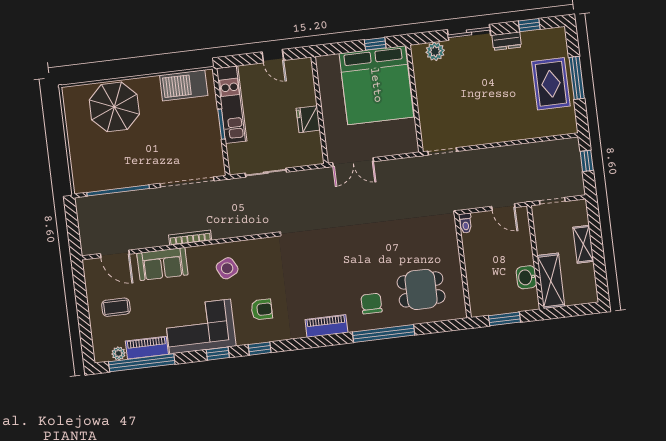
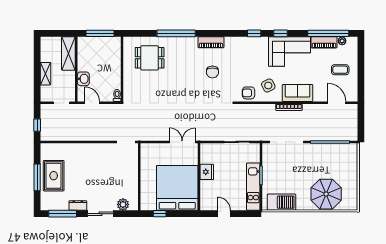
window: (529, 25) -> (63, 214), width x2.17
bed: (376, 85) -> (177, 188), moved
sofa: (162, 264) -> (298, 93), moved
washbasin: (526, 277) -> (83, 79), moved
chair: (371, 304) -> (212, 72), moved
armchair: (262, 310) -> (249, 93), moved
window: (505, 319) -> (100, 33), width x1.44

